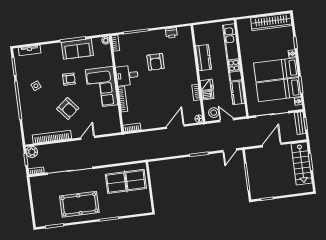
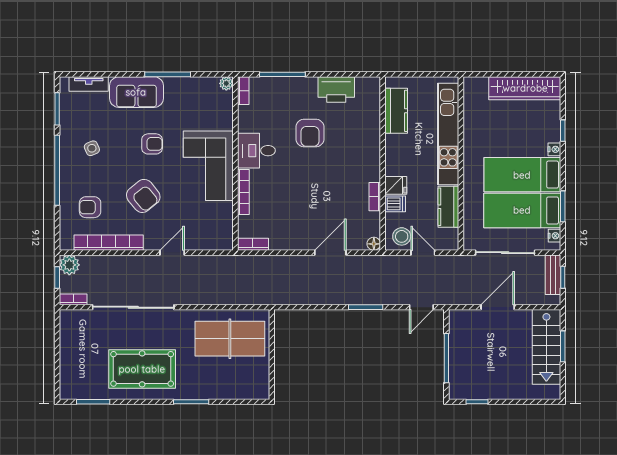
printer: (171, 33) -> (336, 90), width x1.87, depth x1.48
sofa: (77, 49) -> (136, 92), moved
kitchen counter: (204, 58) -> (396, 111), moved
armchair: (39, 119) -> (90, 207), added

